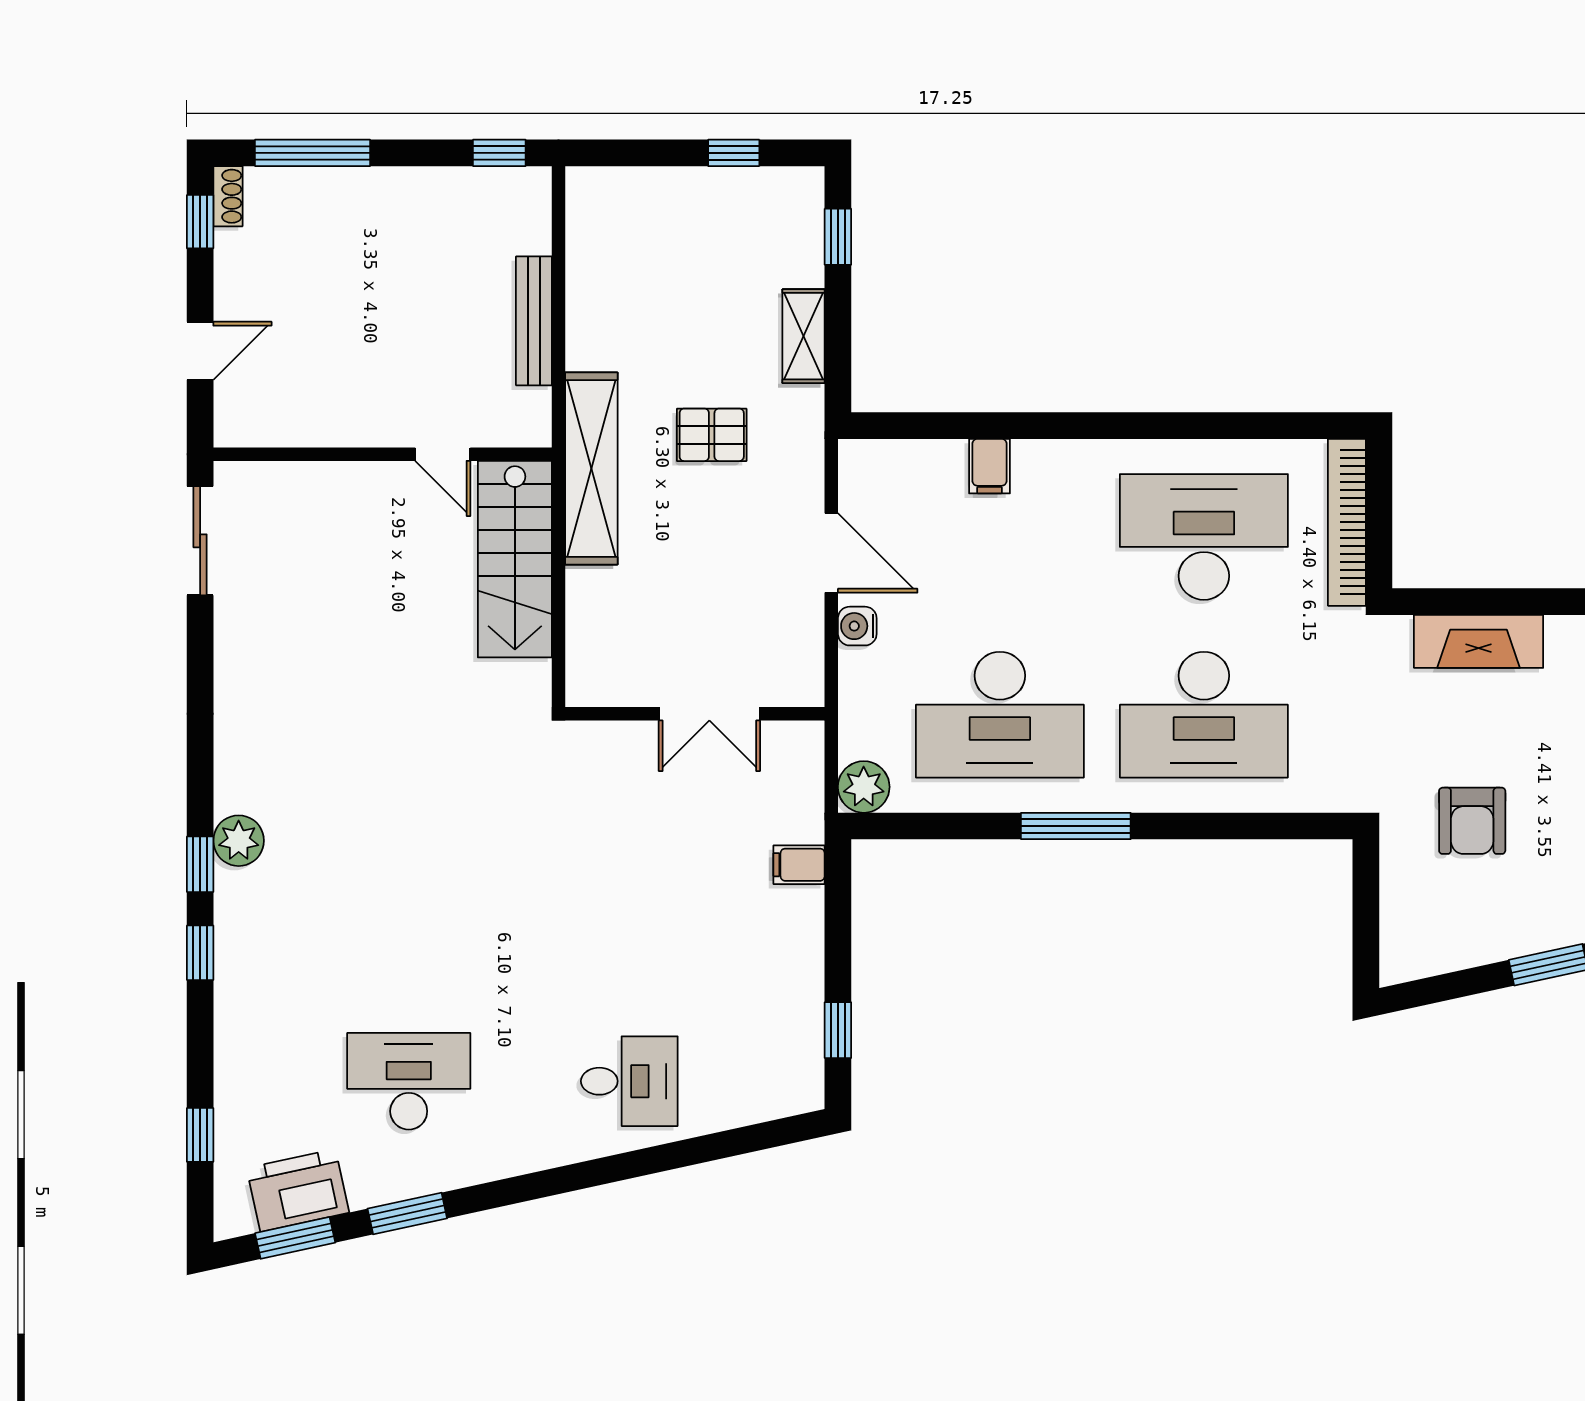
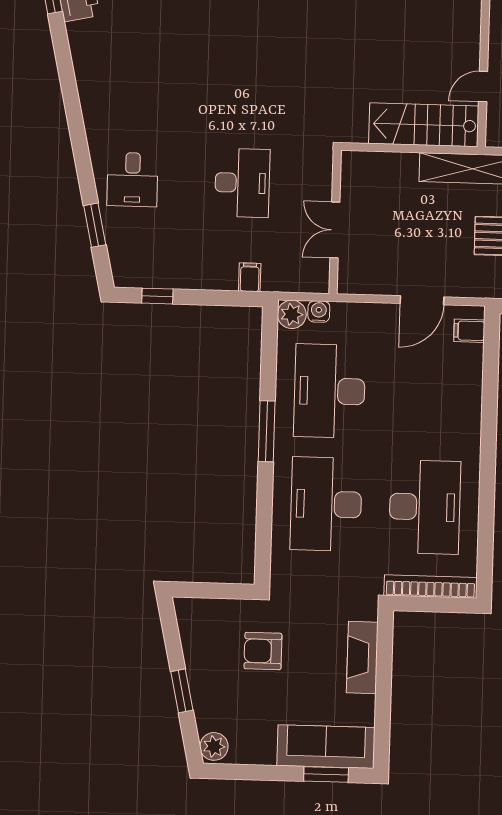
filing cabinet: (990, 466) -> (469, 331), moved
water cooler: (857, 626) -> (319, 312), moved
desk: (409, 1081) -> (242, 183), moved
window: (407, 1213) -> (95, 225), moved

